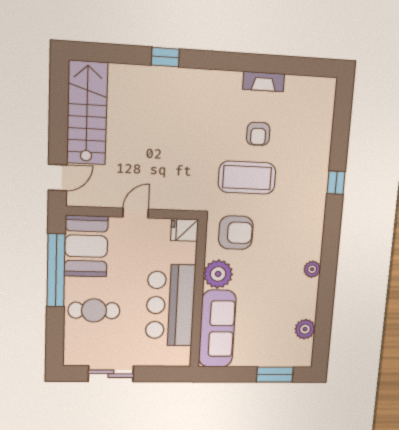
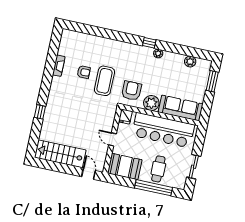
window: (336, 183) -> (149, 43), moved
window: (56, 270) -> (153, 188), moved
bar counter: (170, 305) -> (163, 130), width x1.36

